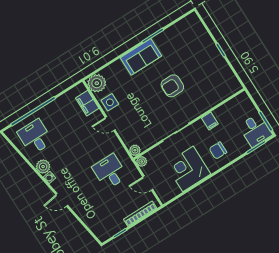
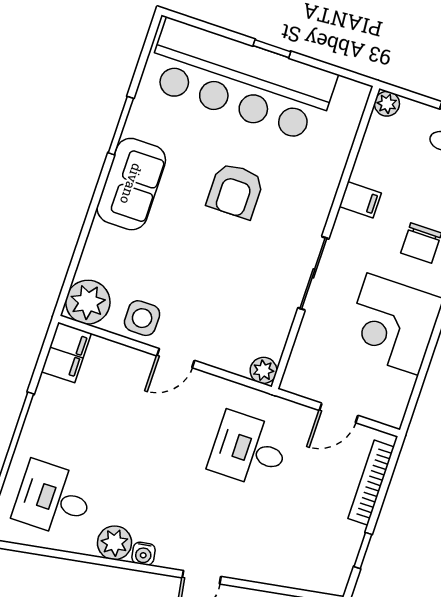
bar counter: (203, 52) -> (241, 80), added
filing cabinet: (87, 103) -> (66, 352), moved, turned -90
plant: (142, 161) -> (387, 104), moved

